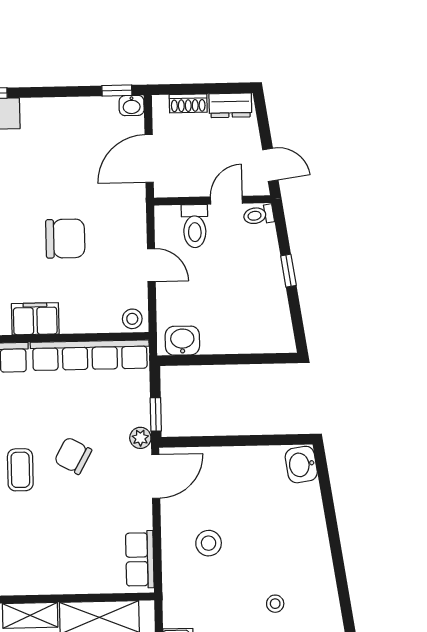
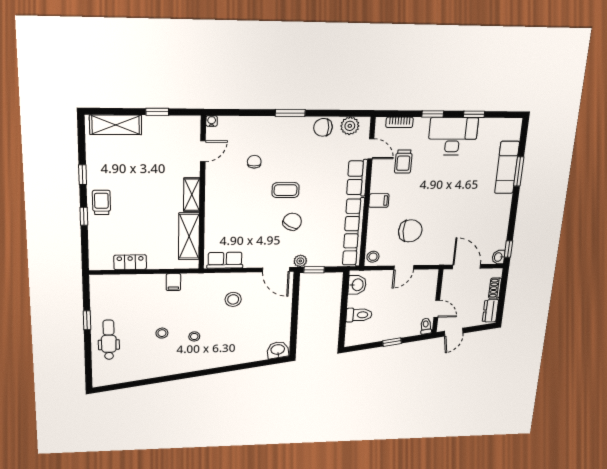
toilet: (195, 226) -> (359, 315), moved, turned 180
chair: (65, 239) -> (410, 231), moved, turned -90
filing cabinet: (35, 319) -> (379, 200), width x0.50

